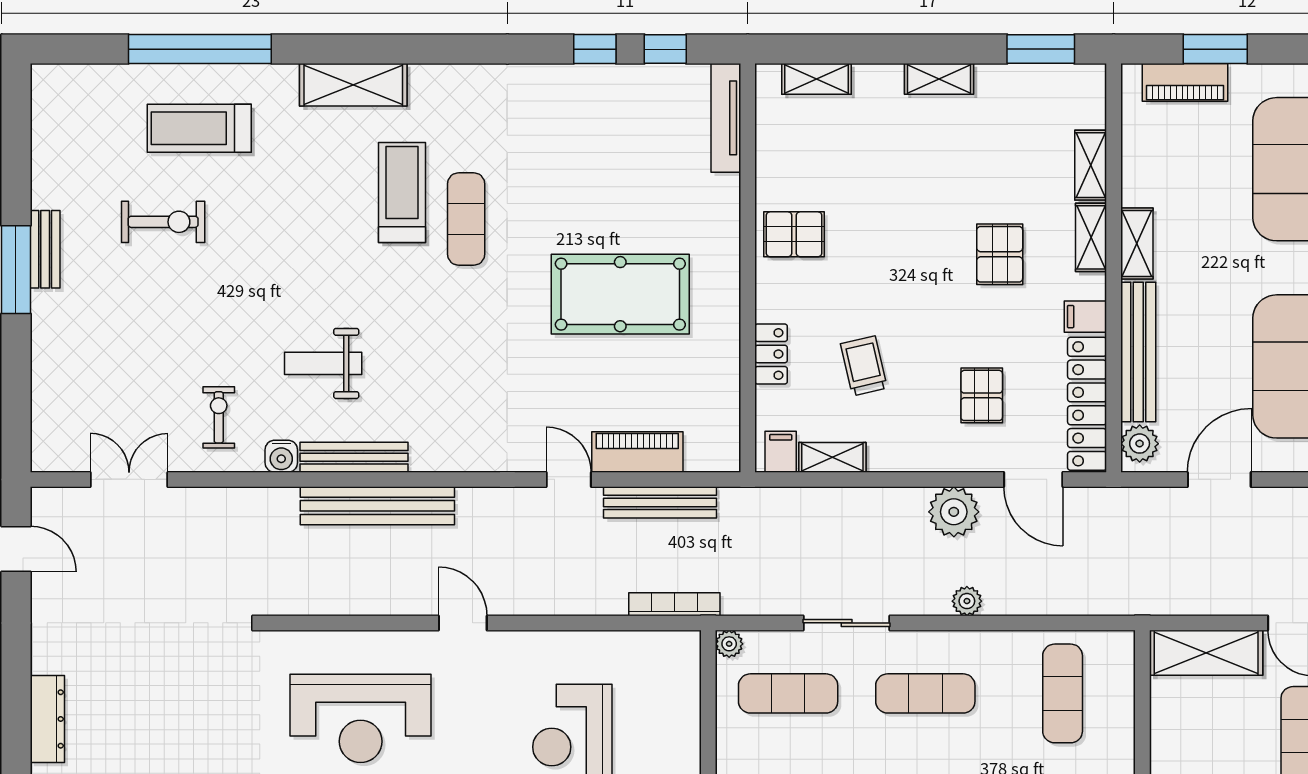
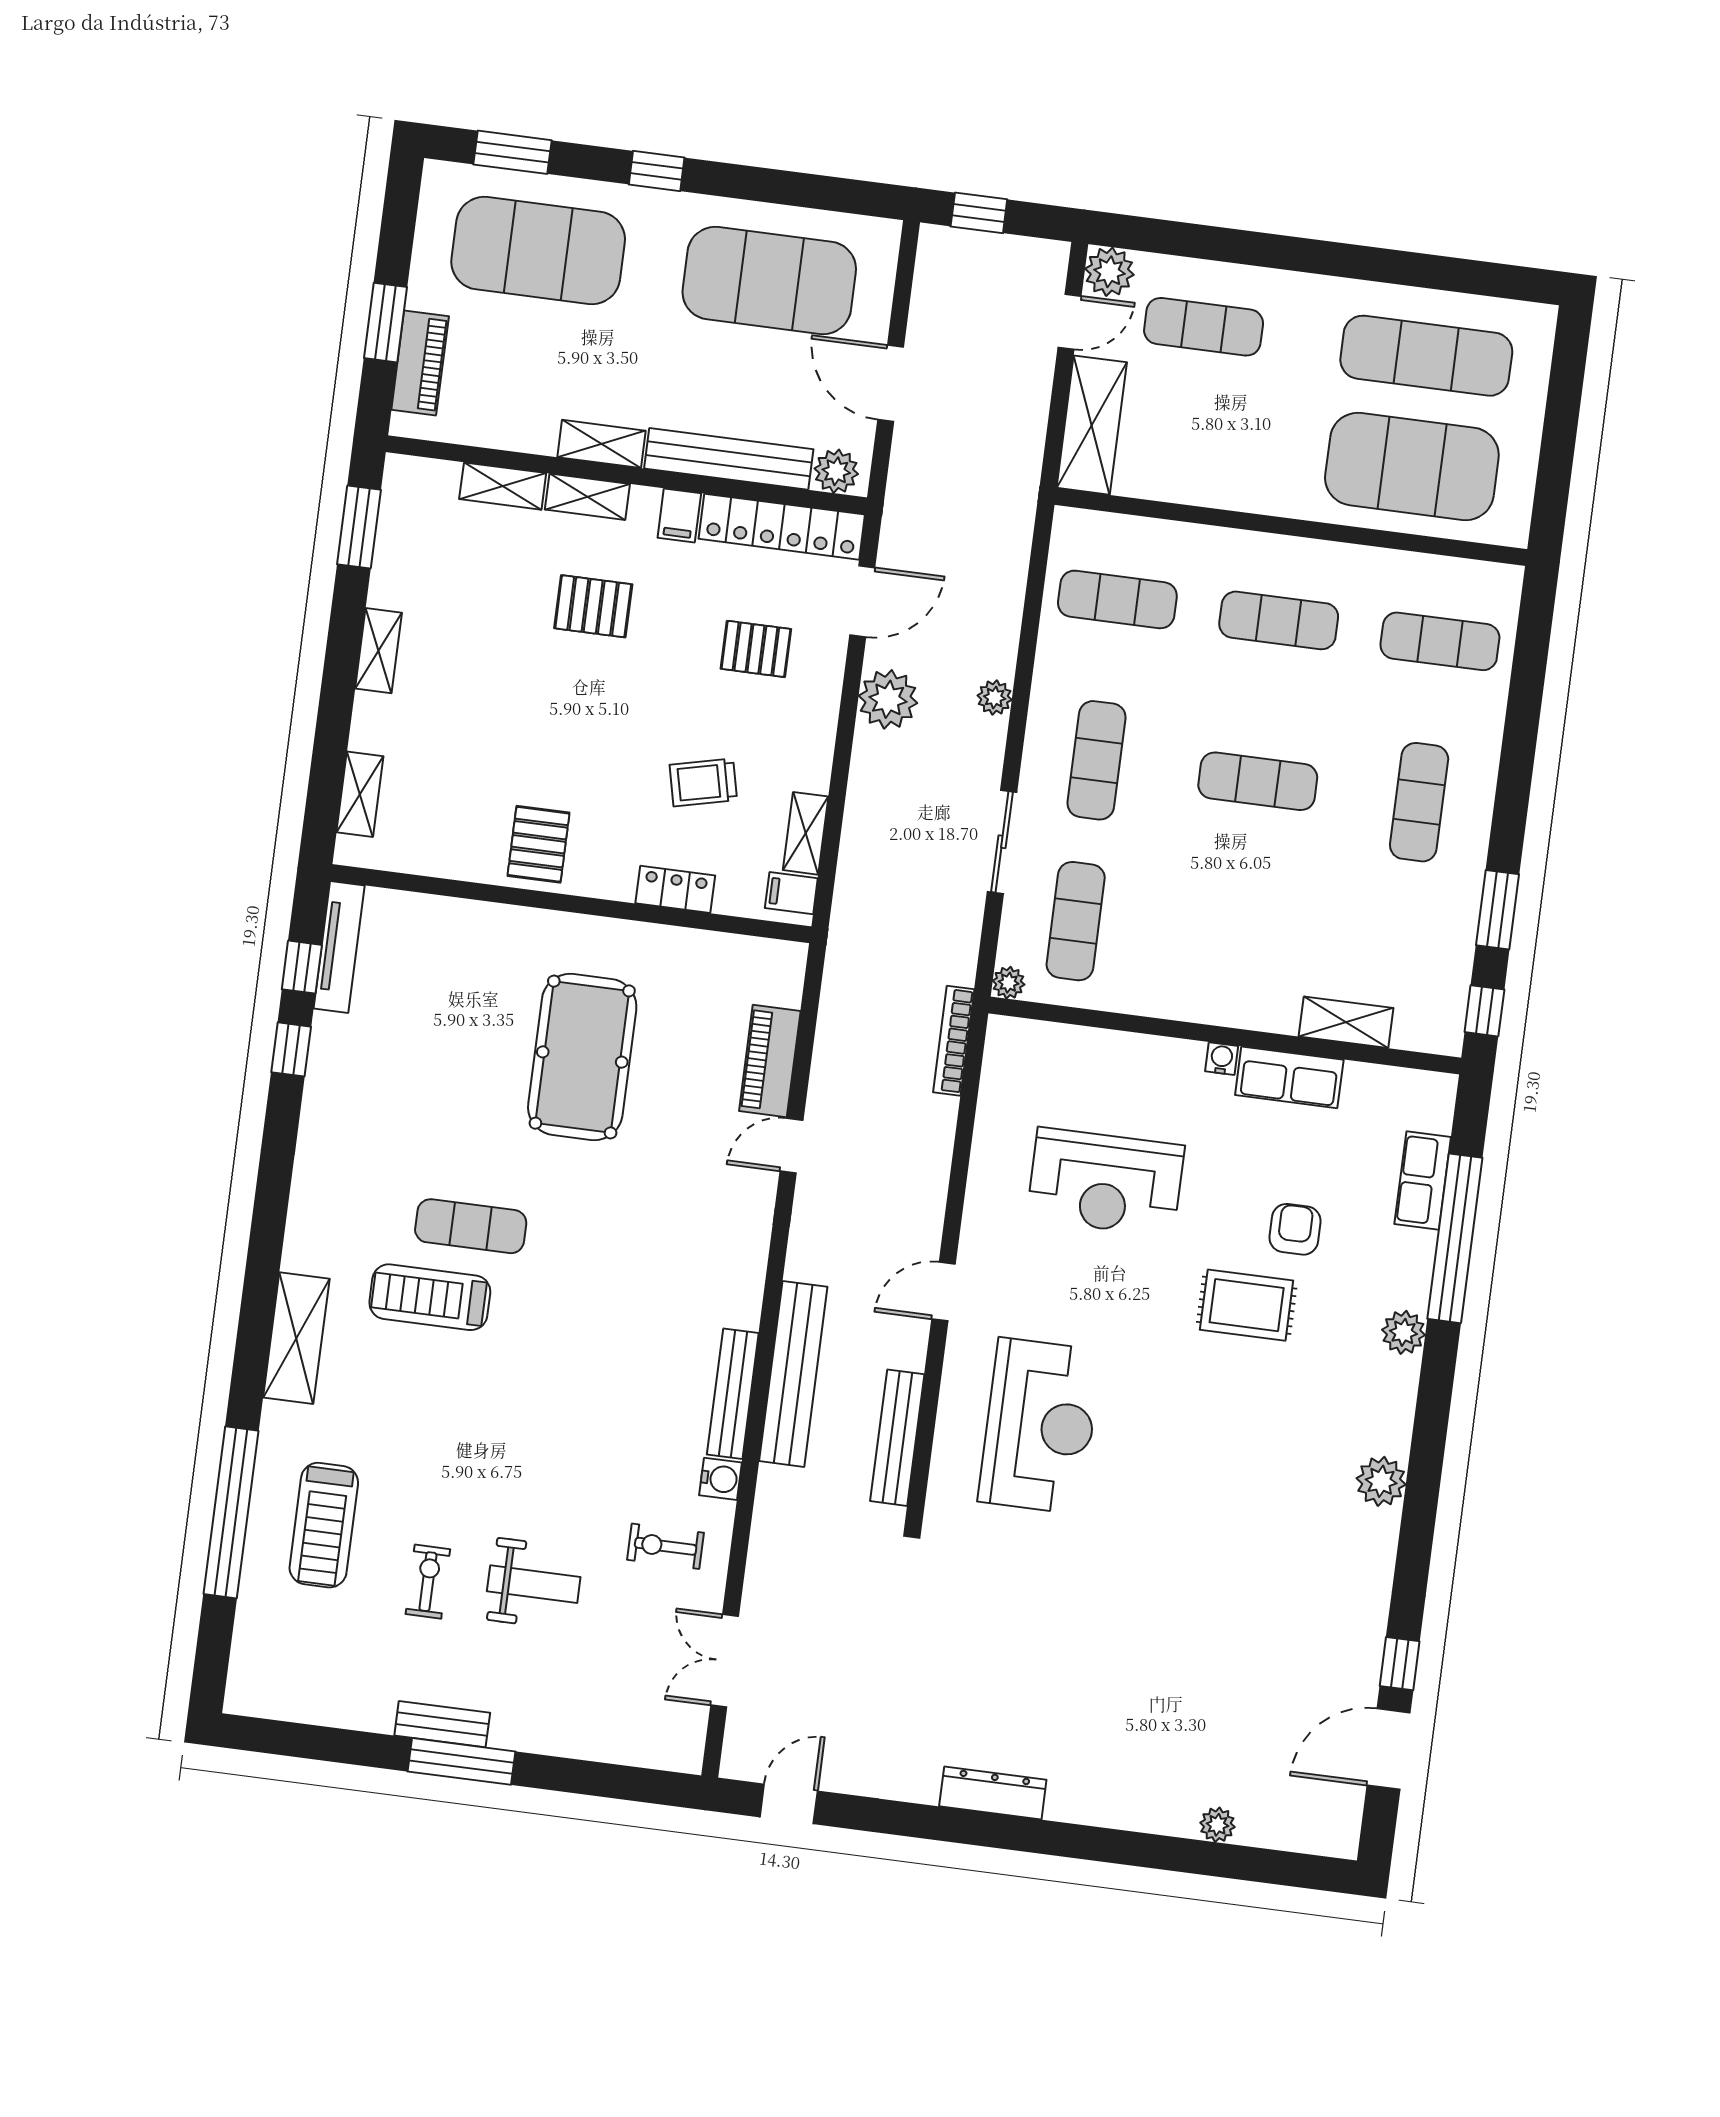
tv unit: (726, 118) -> (339, 947), moved, turned -90
exercise bike: (163, 222) -> (428, 1582), width x0.73, depth x0.72
weight bench: (323, 363) -> (534, 1584), moved, turned -90
bench: (660, 502) -> (897, 1438), moved

